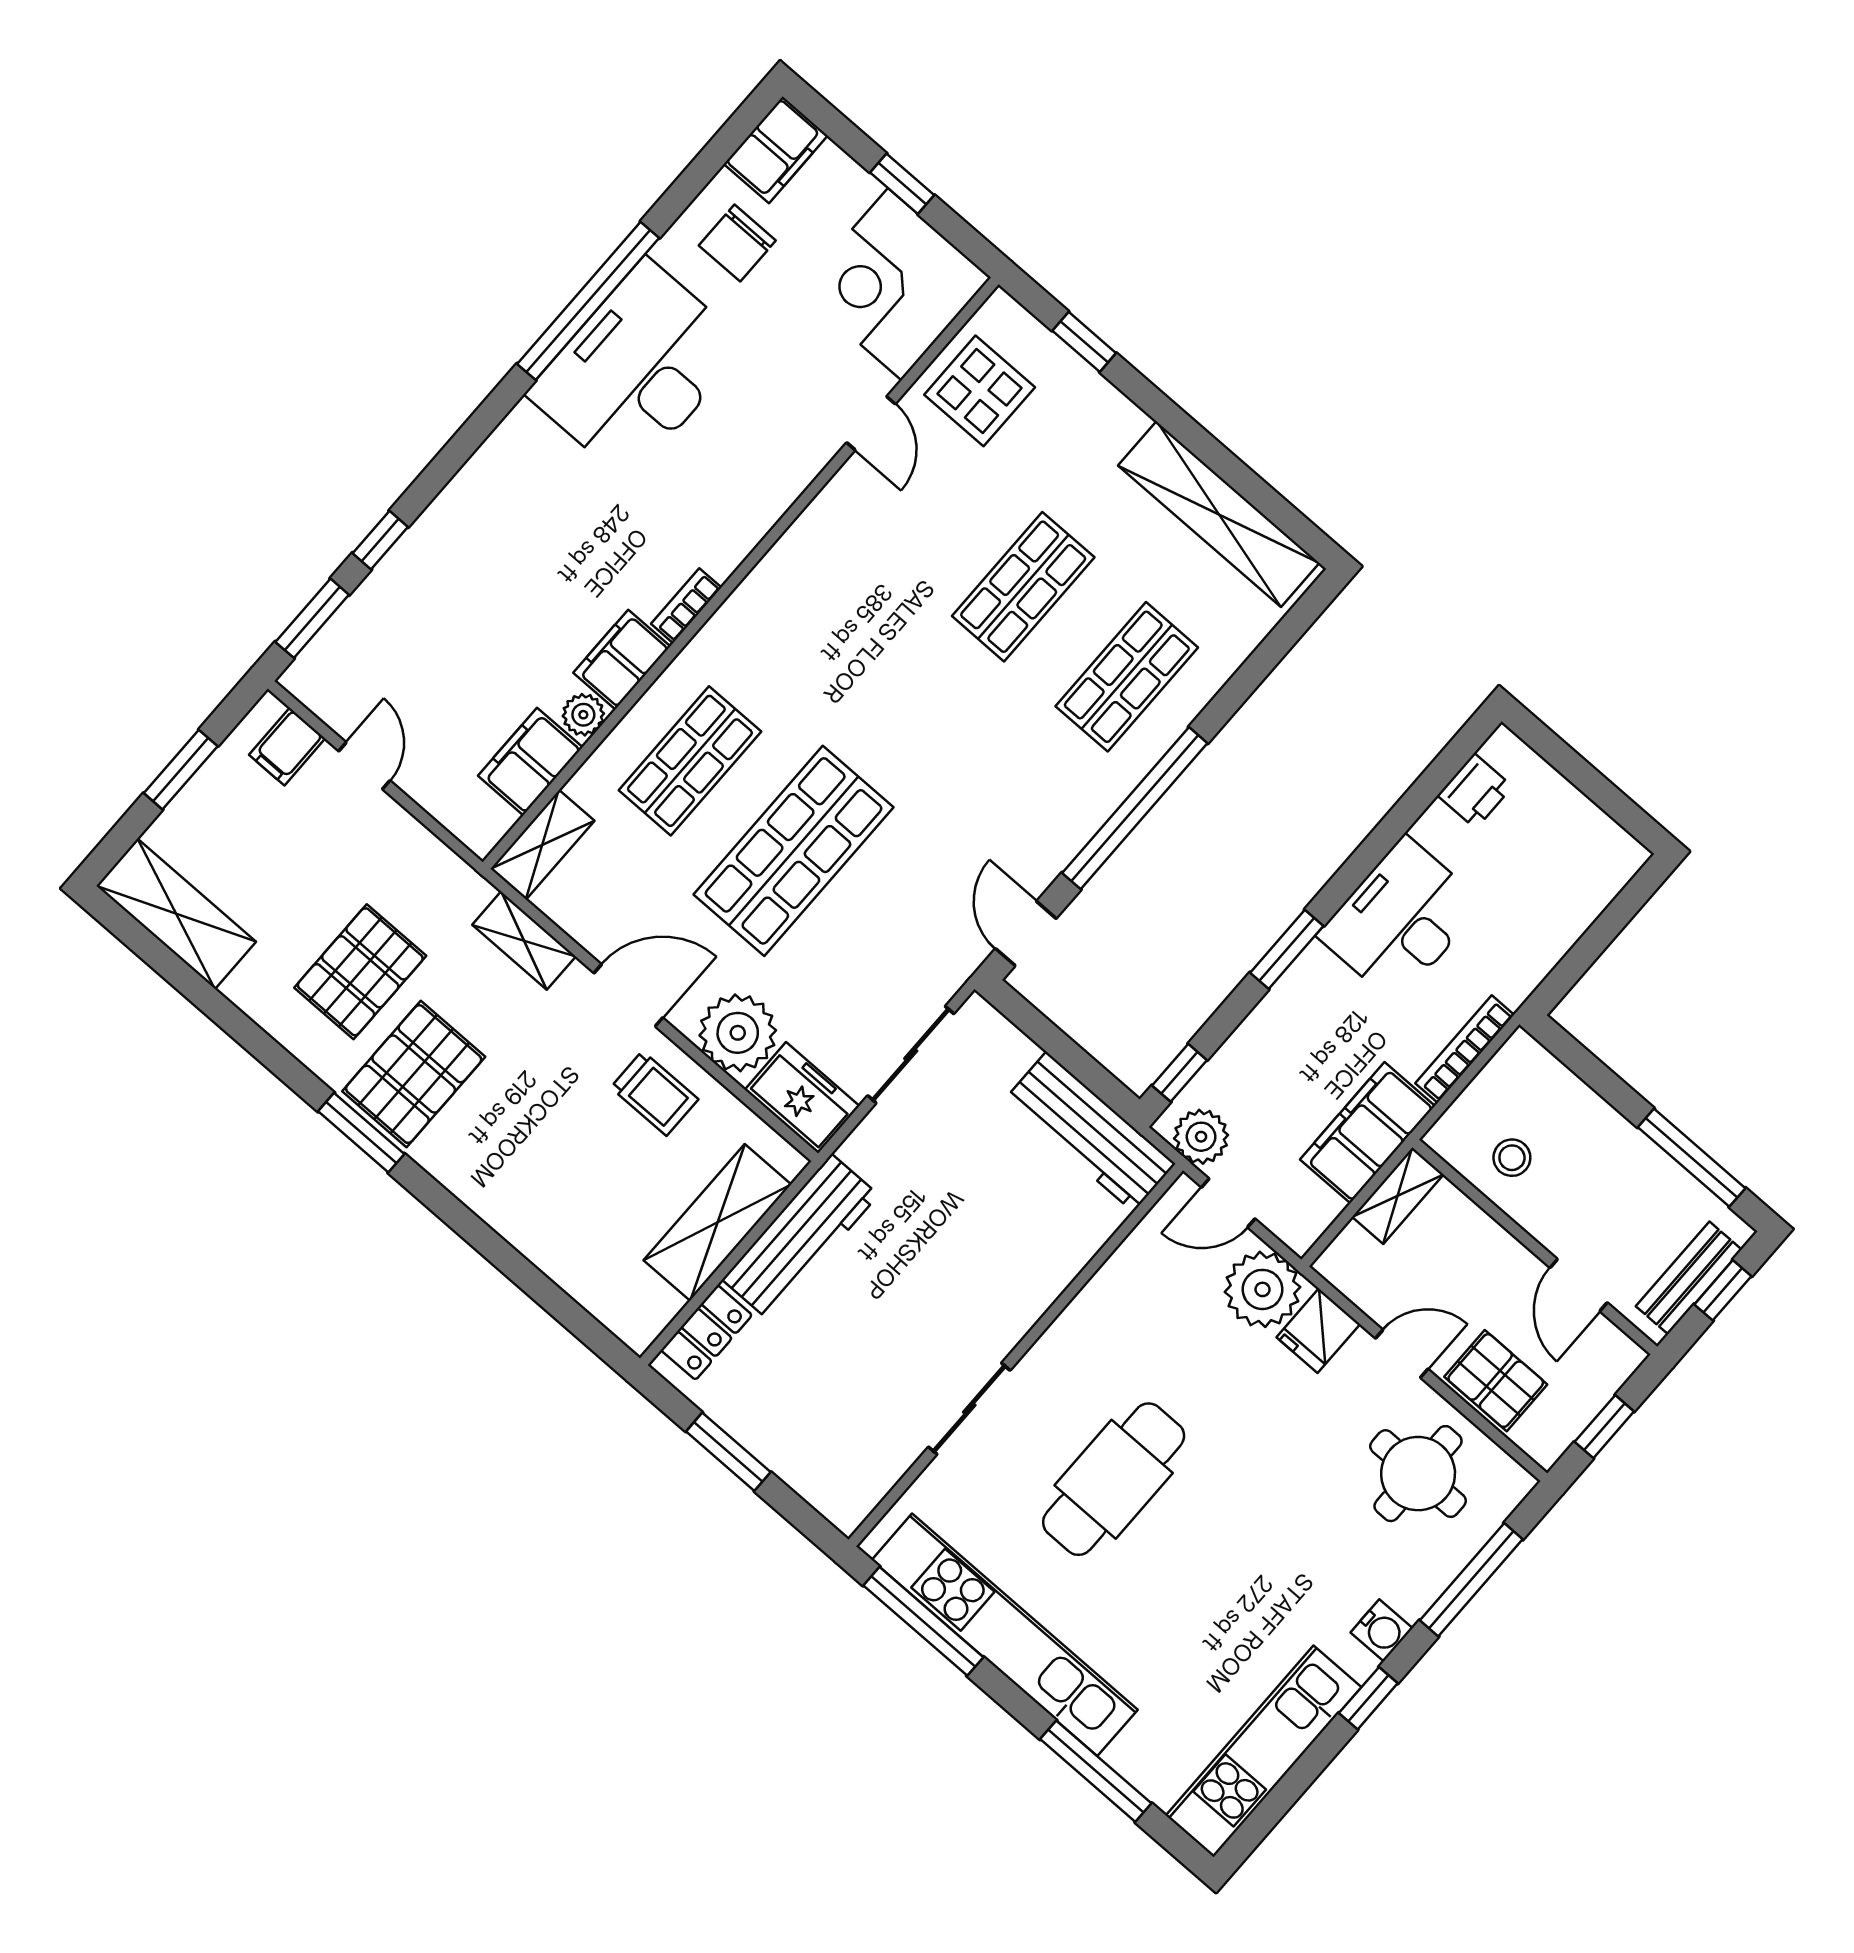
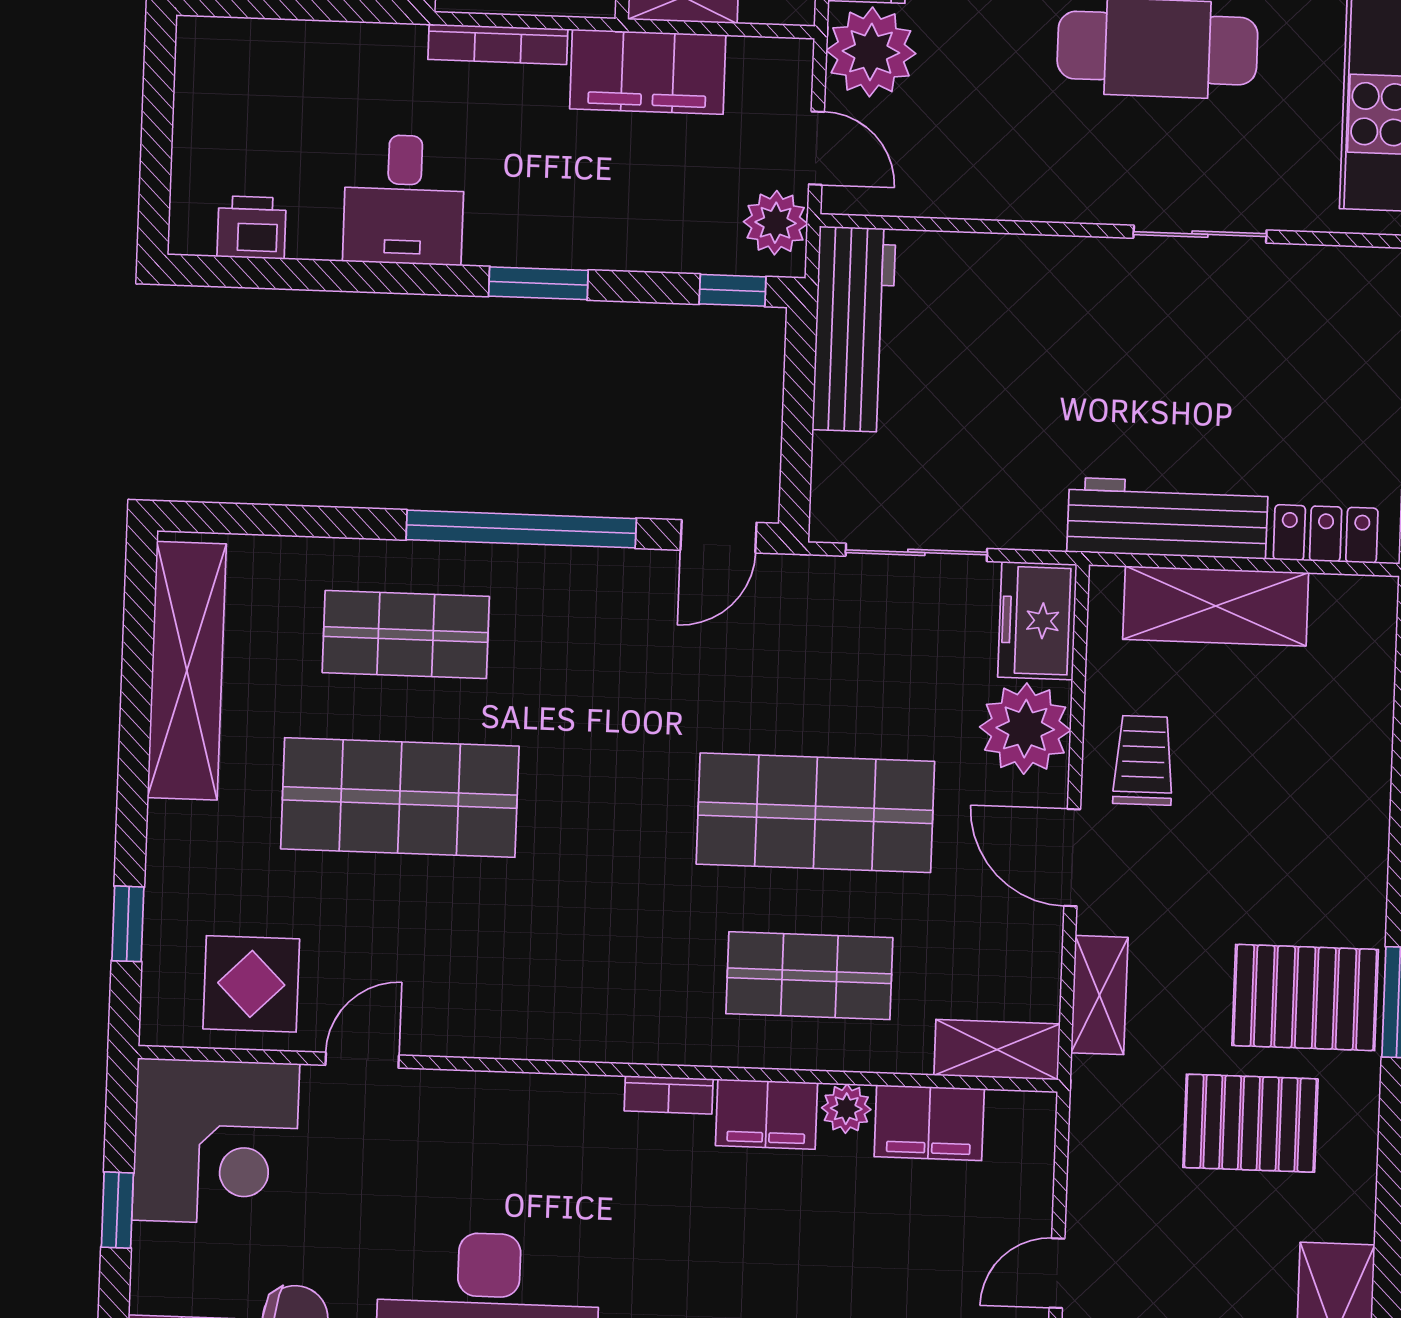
shop shelf: (1023, 587) -> (400, 797), width x1.43, depth x1.36
desk: (1400, 919) -> (404, 200), width x0.73

